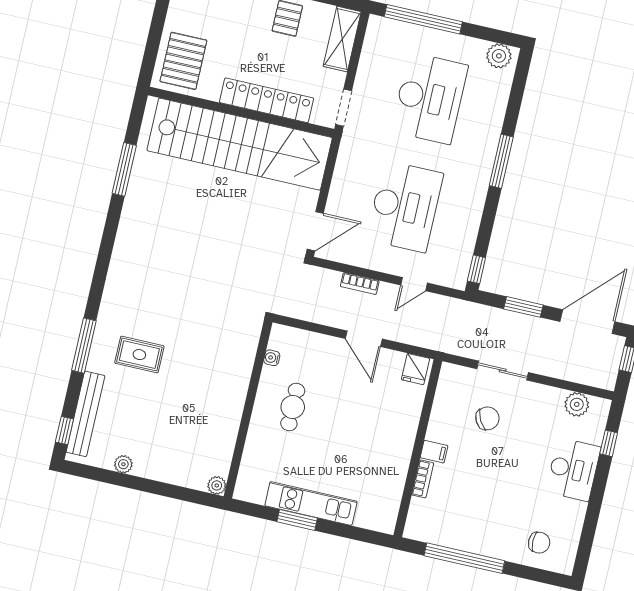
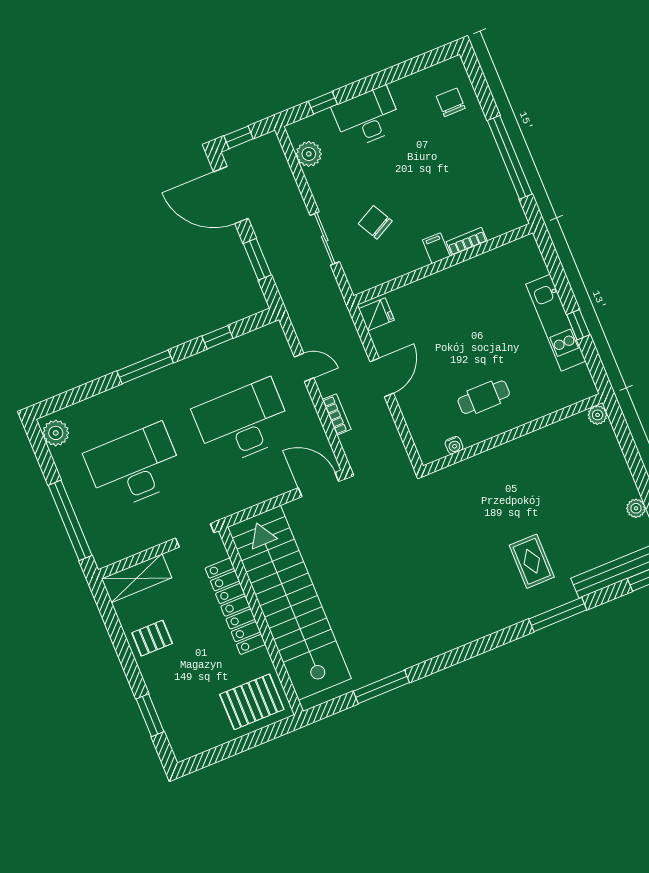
window: (476, 269) -> (217, 337), moved
window: (297, 520) -> (578, 325), width x0.67

